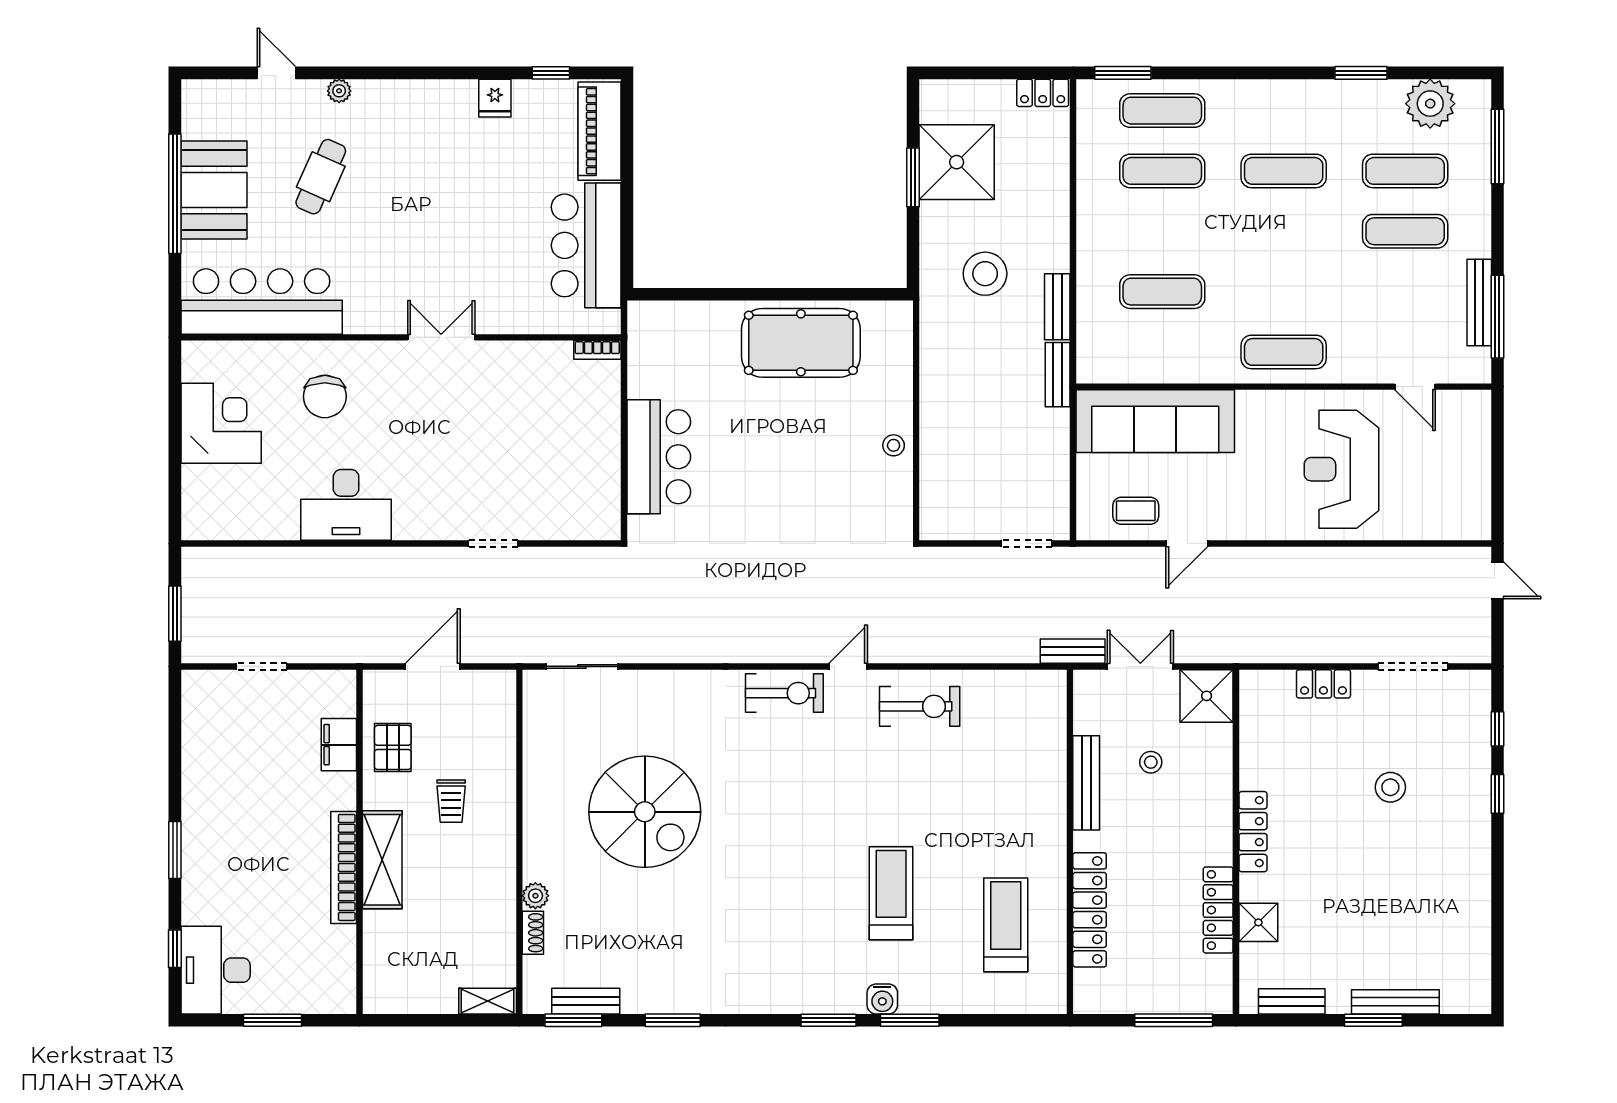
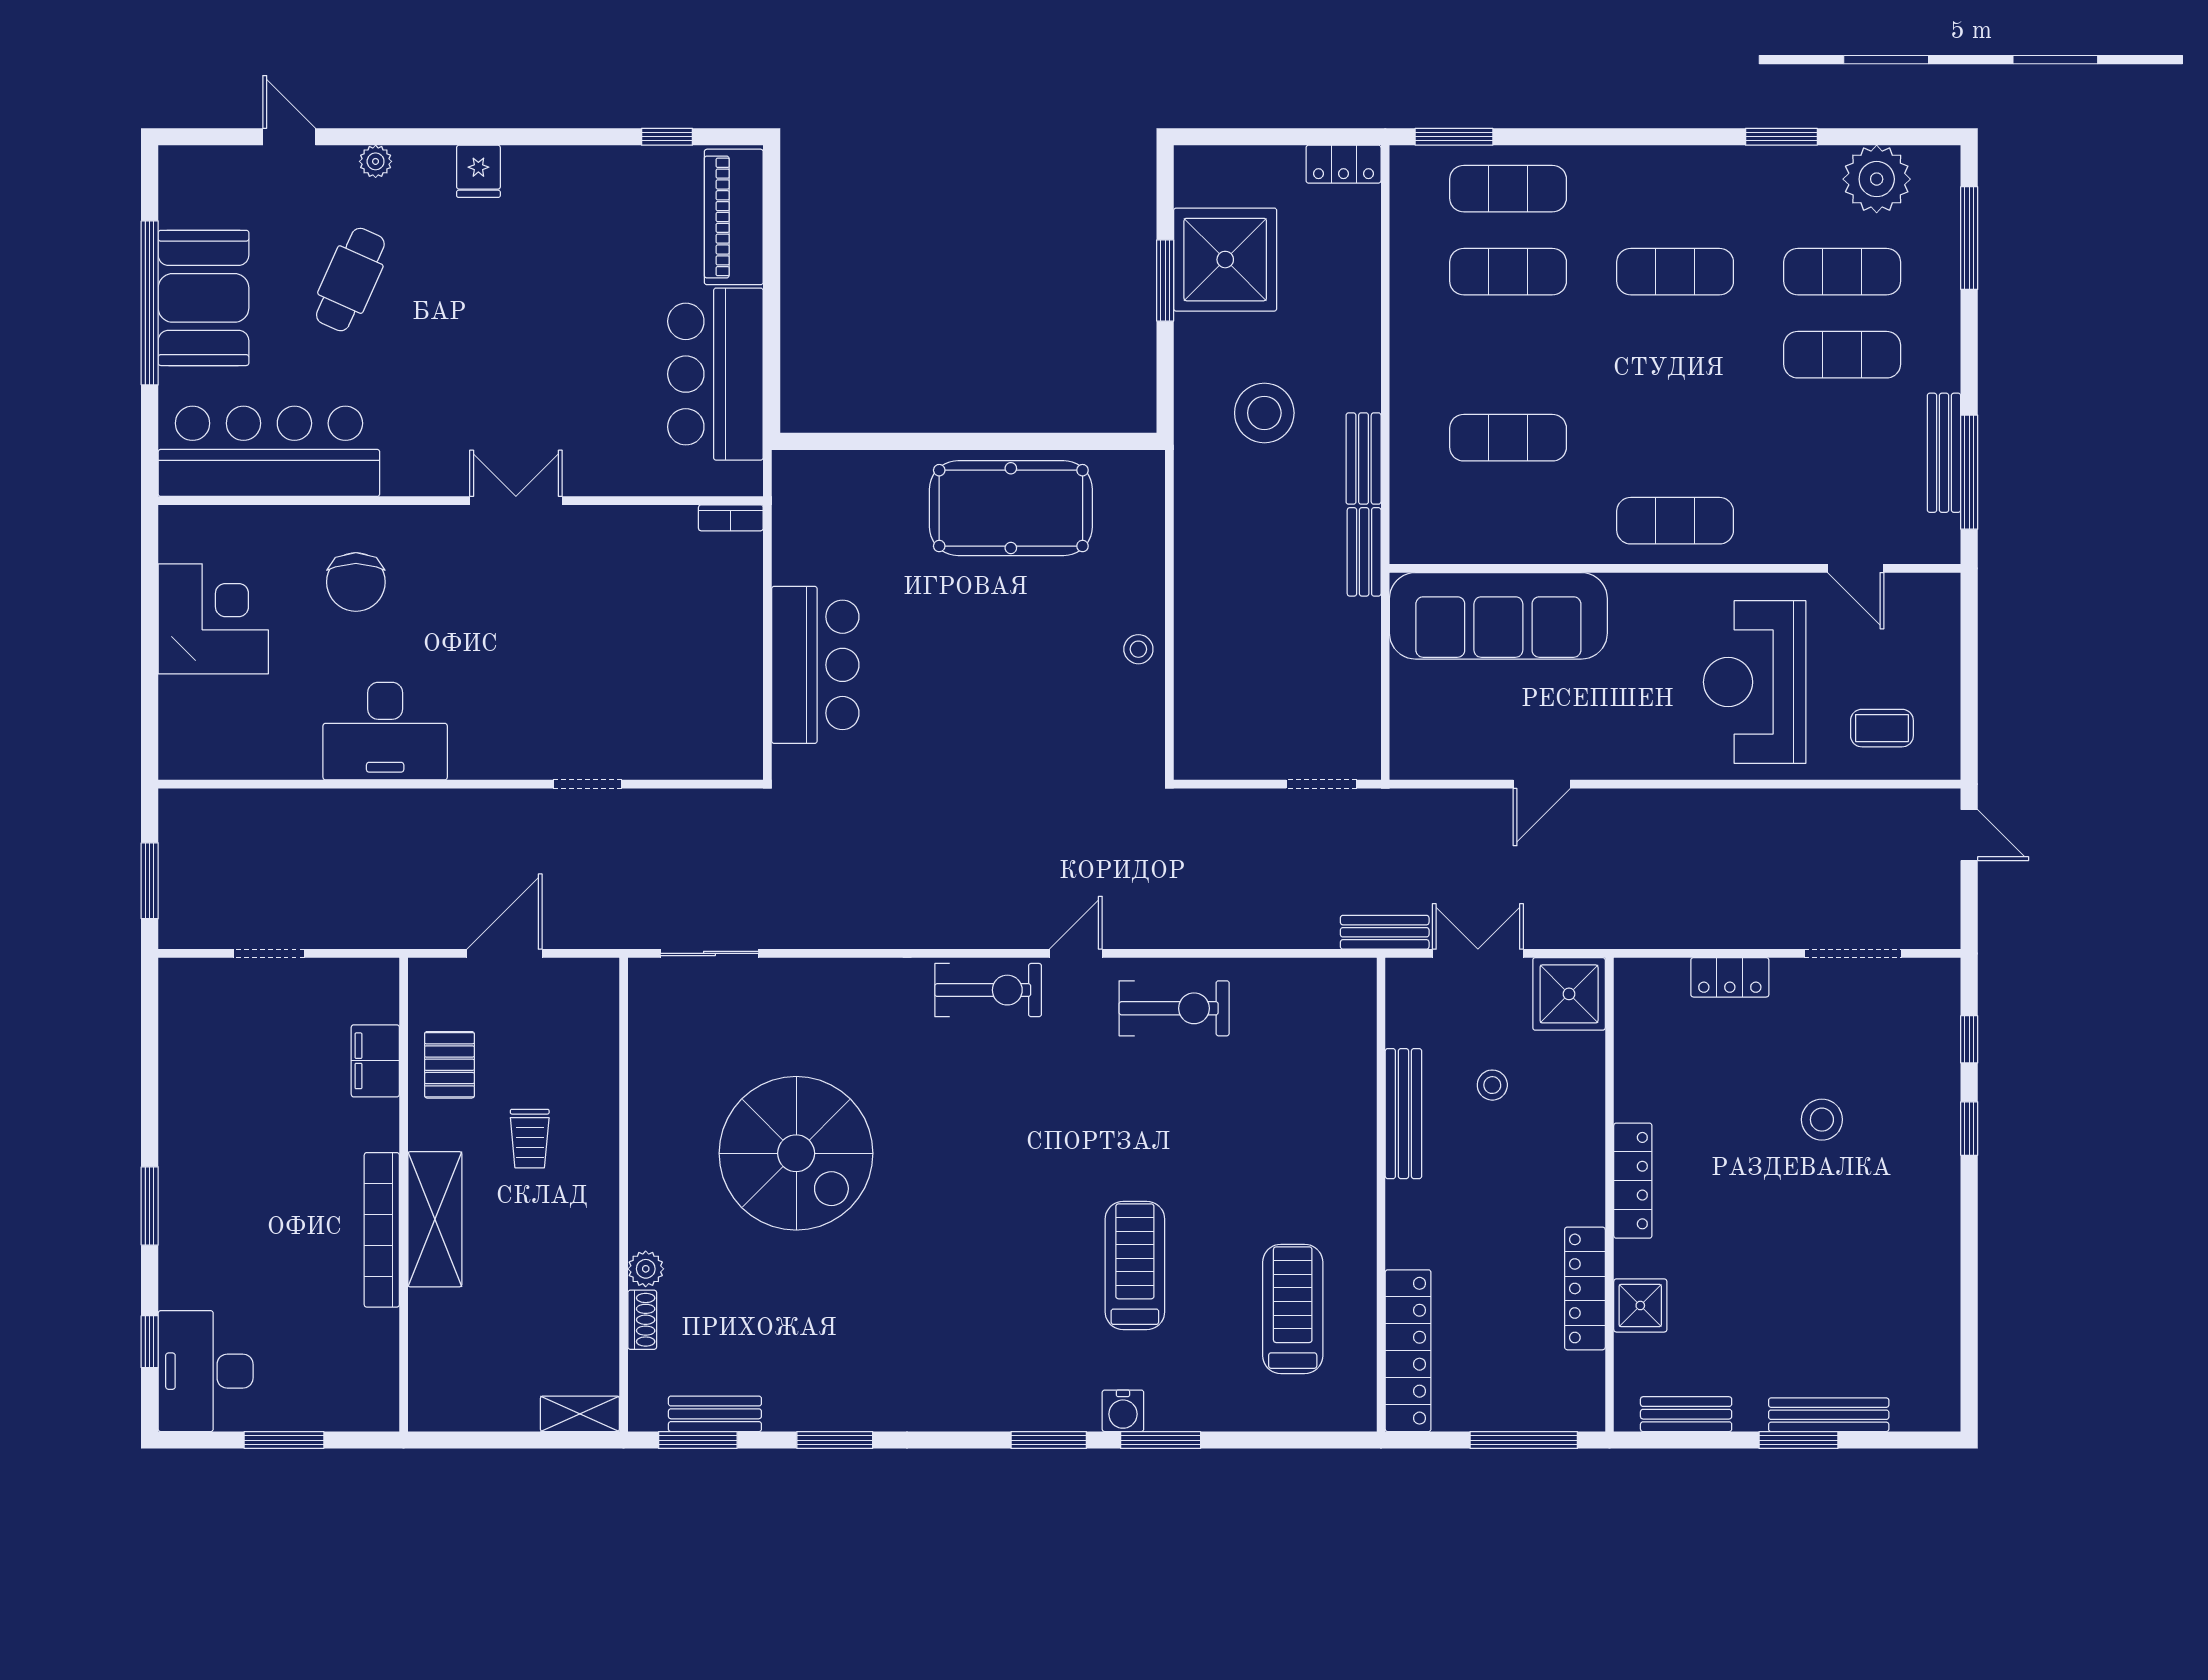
fridge: (495, 98) -> (478, 171), moved
coffee table: (1136, 511) -> (1882, 728), moved
locker: (1090, 910) -> (1408, 1351), moved

